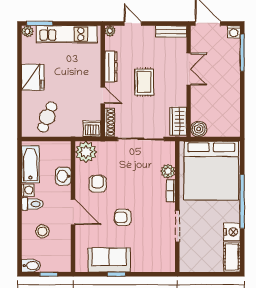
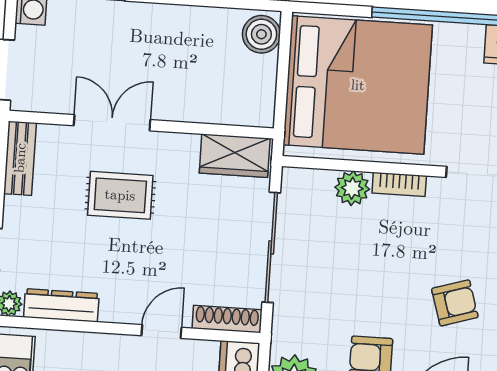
dresser: (111, 67) -> (61, 305), moved
rug: (144, 82) -> (120, 195), moved
boiler: (199, 129) -> (261, 34), moved
armchair: (123, 217) -> (455, 303), turned -107

